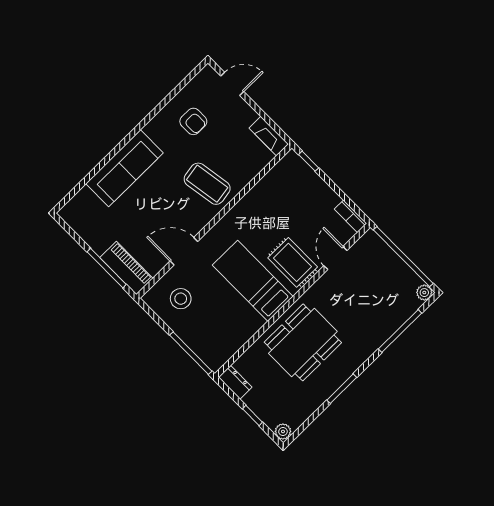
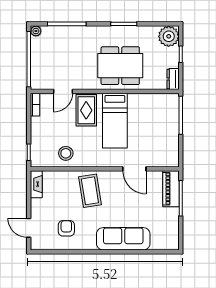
stool: (181, 299) -> (66, 153), moved
plant: (283, 431) -> (169, 36), width x1.87, depth x1.87

